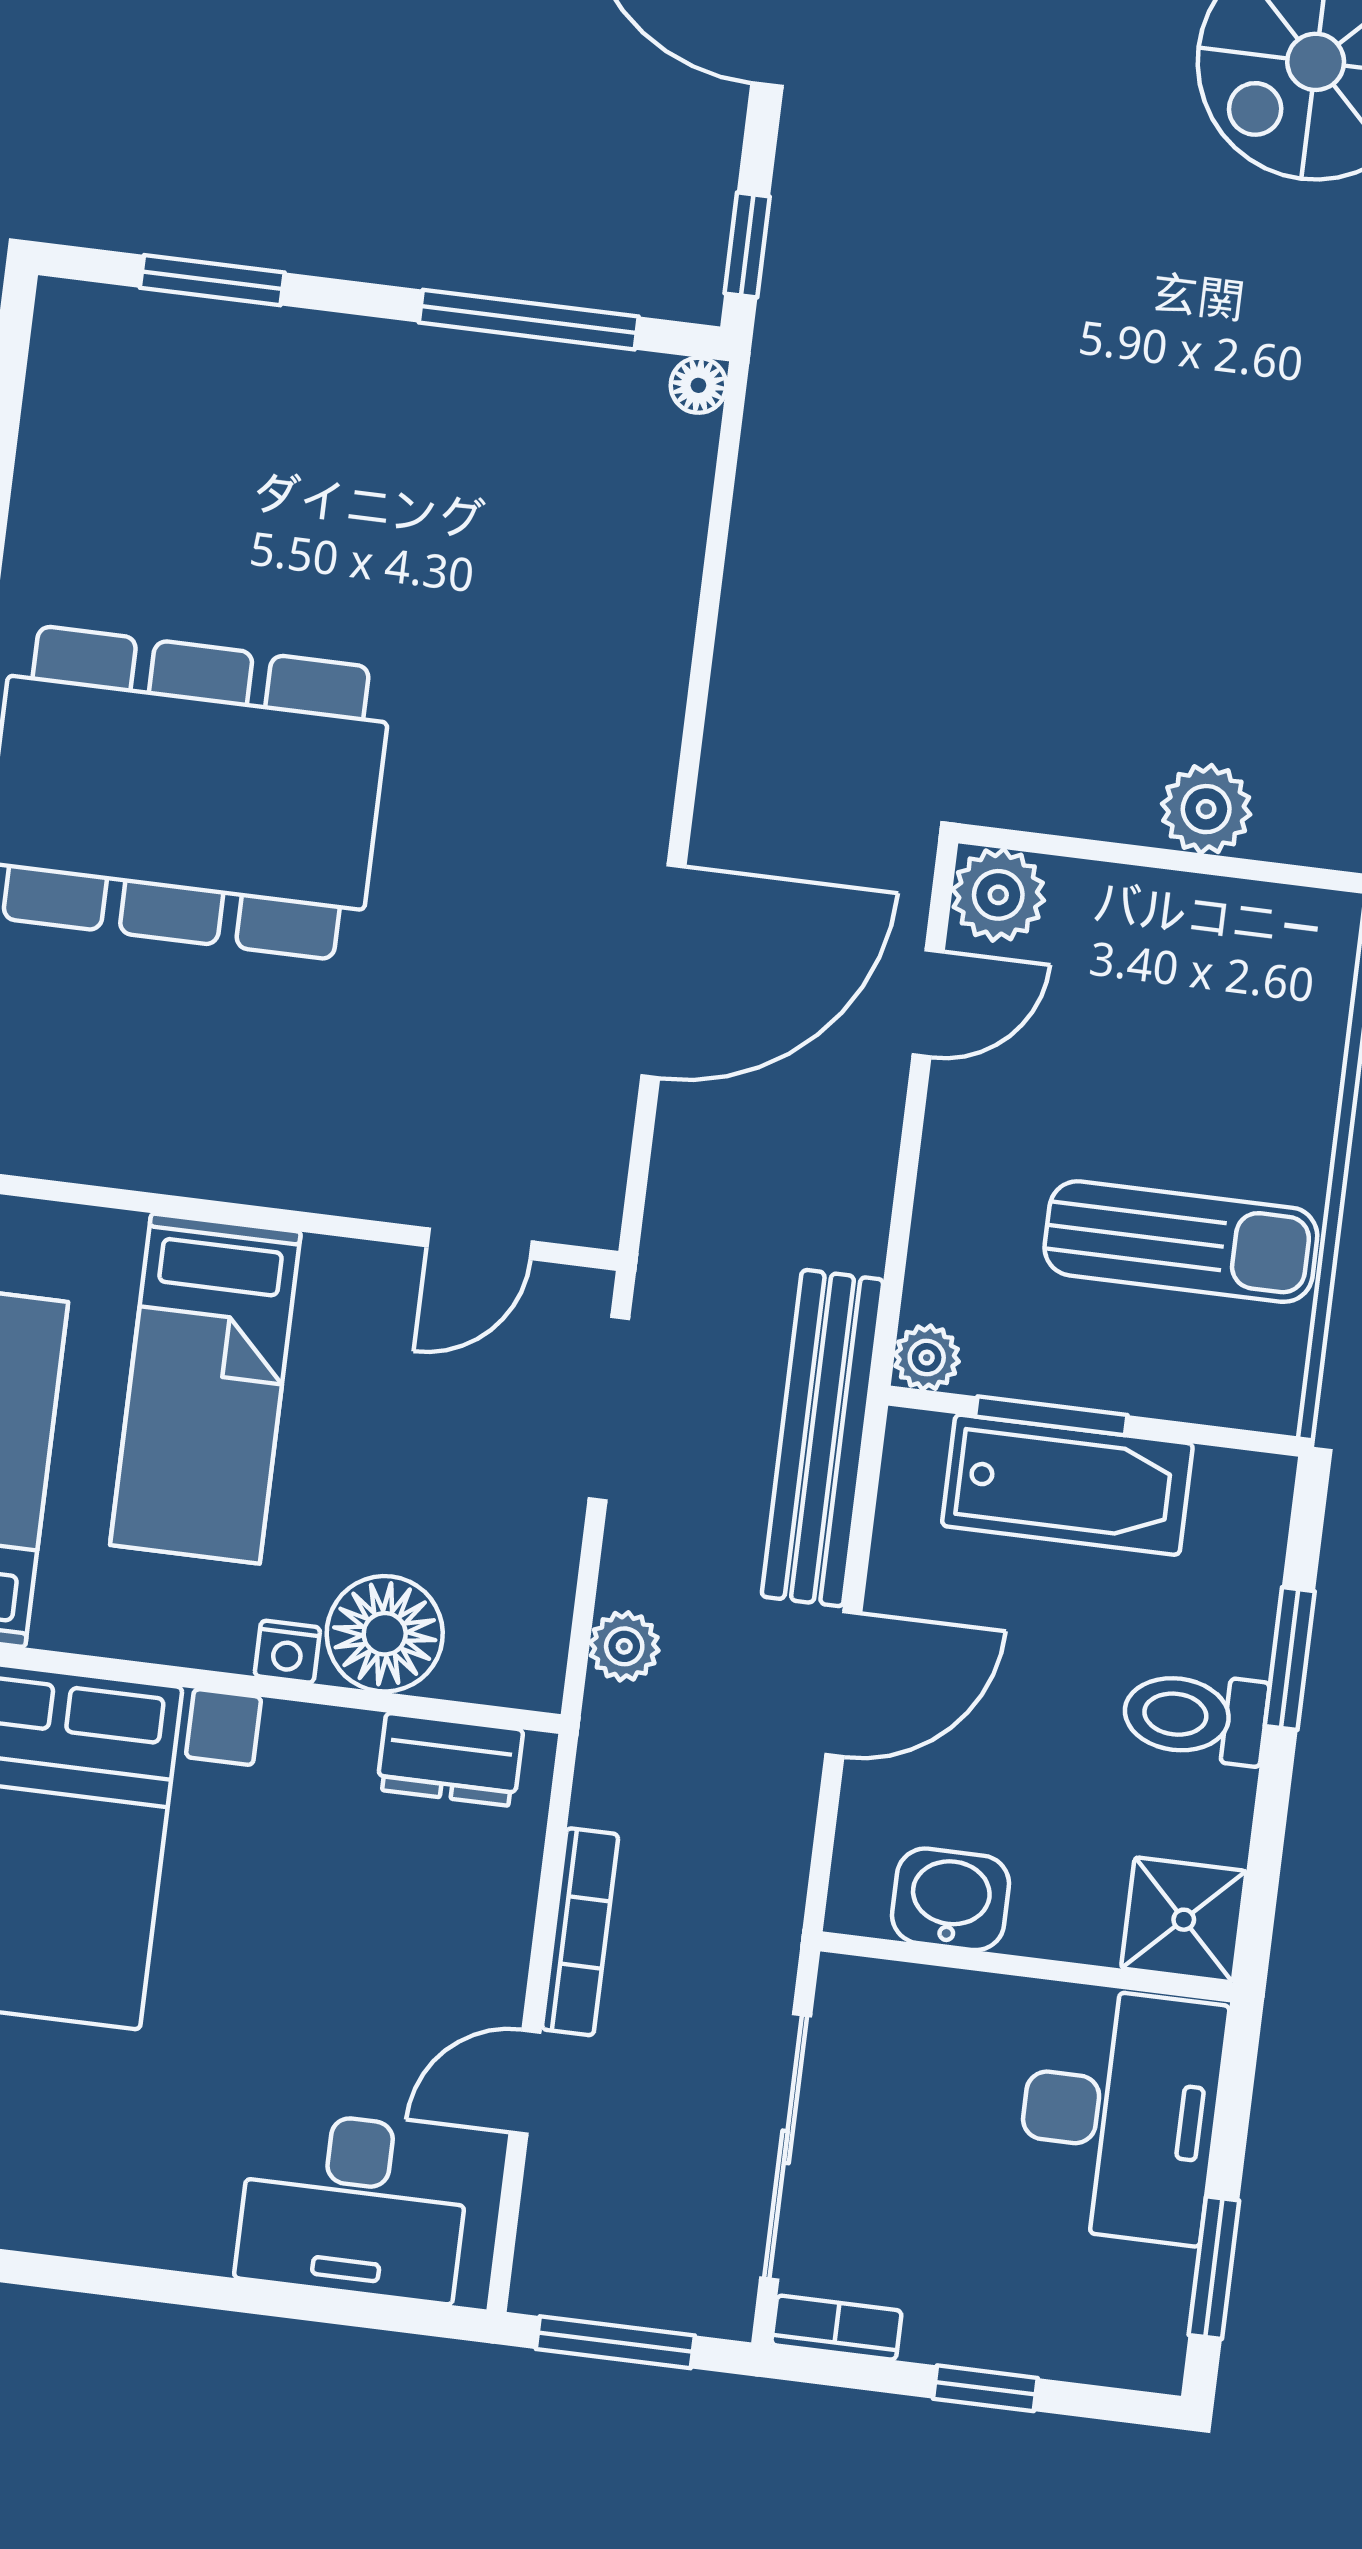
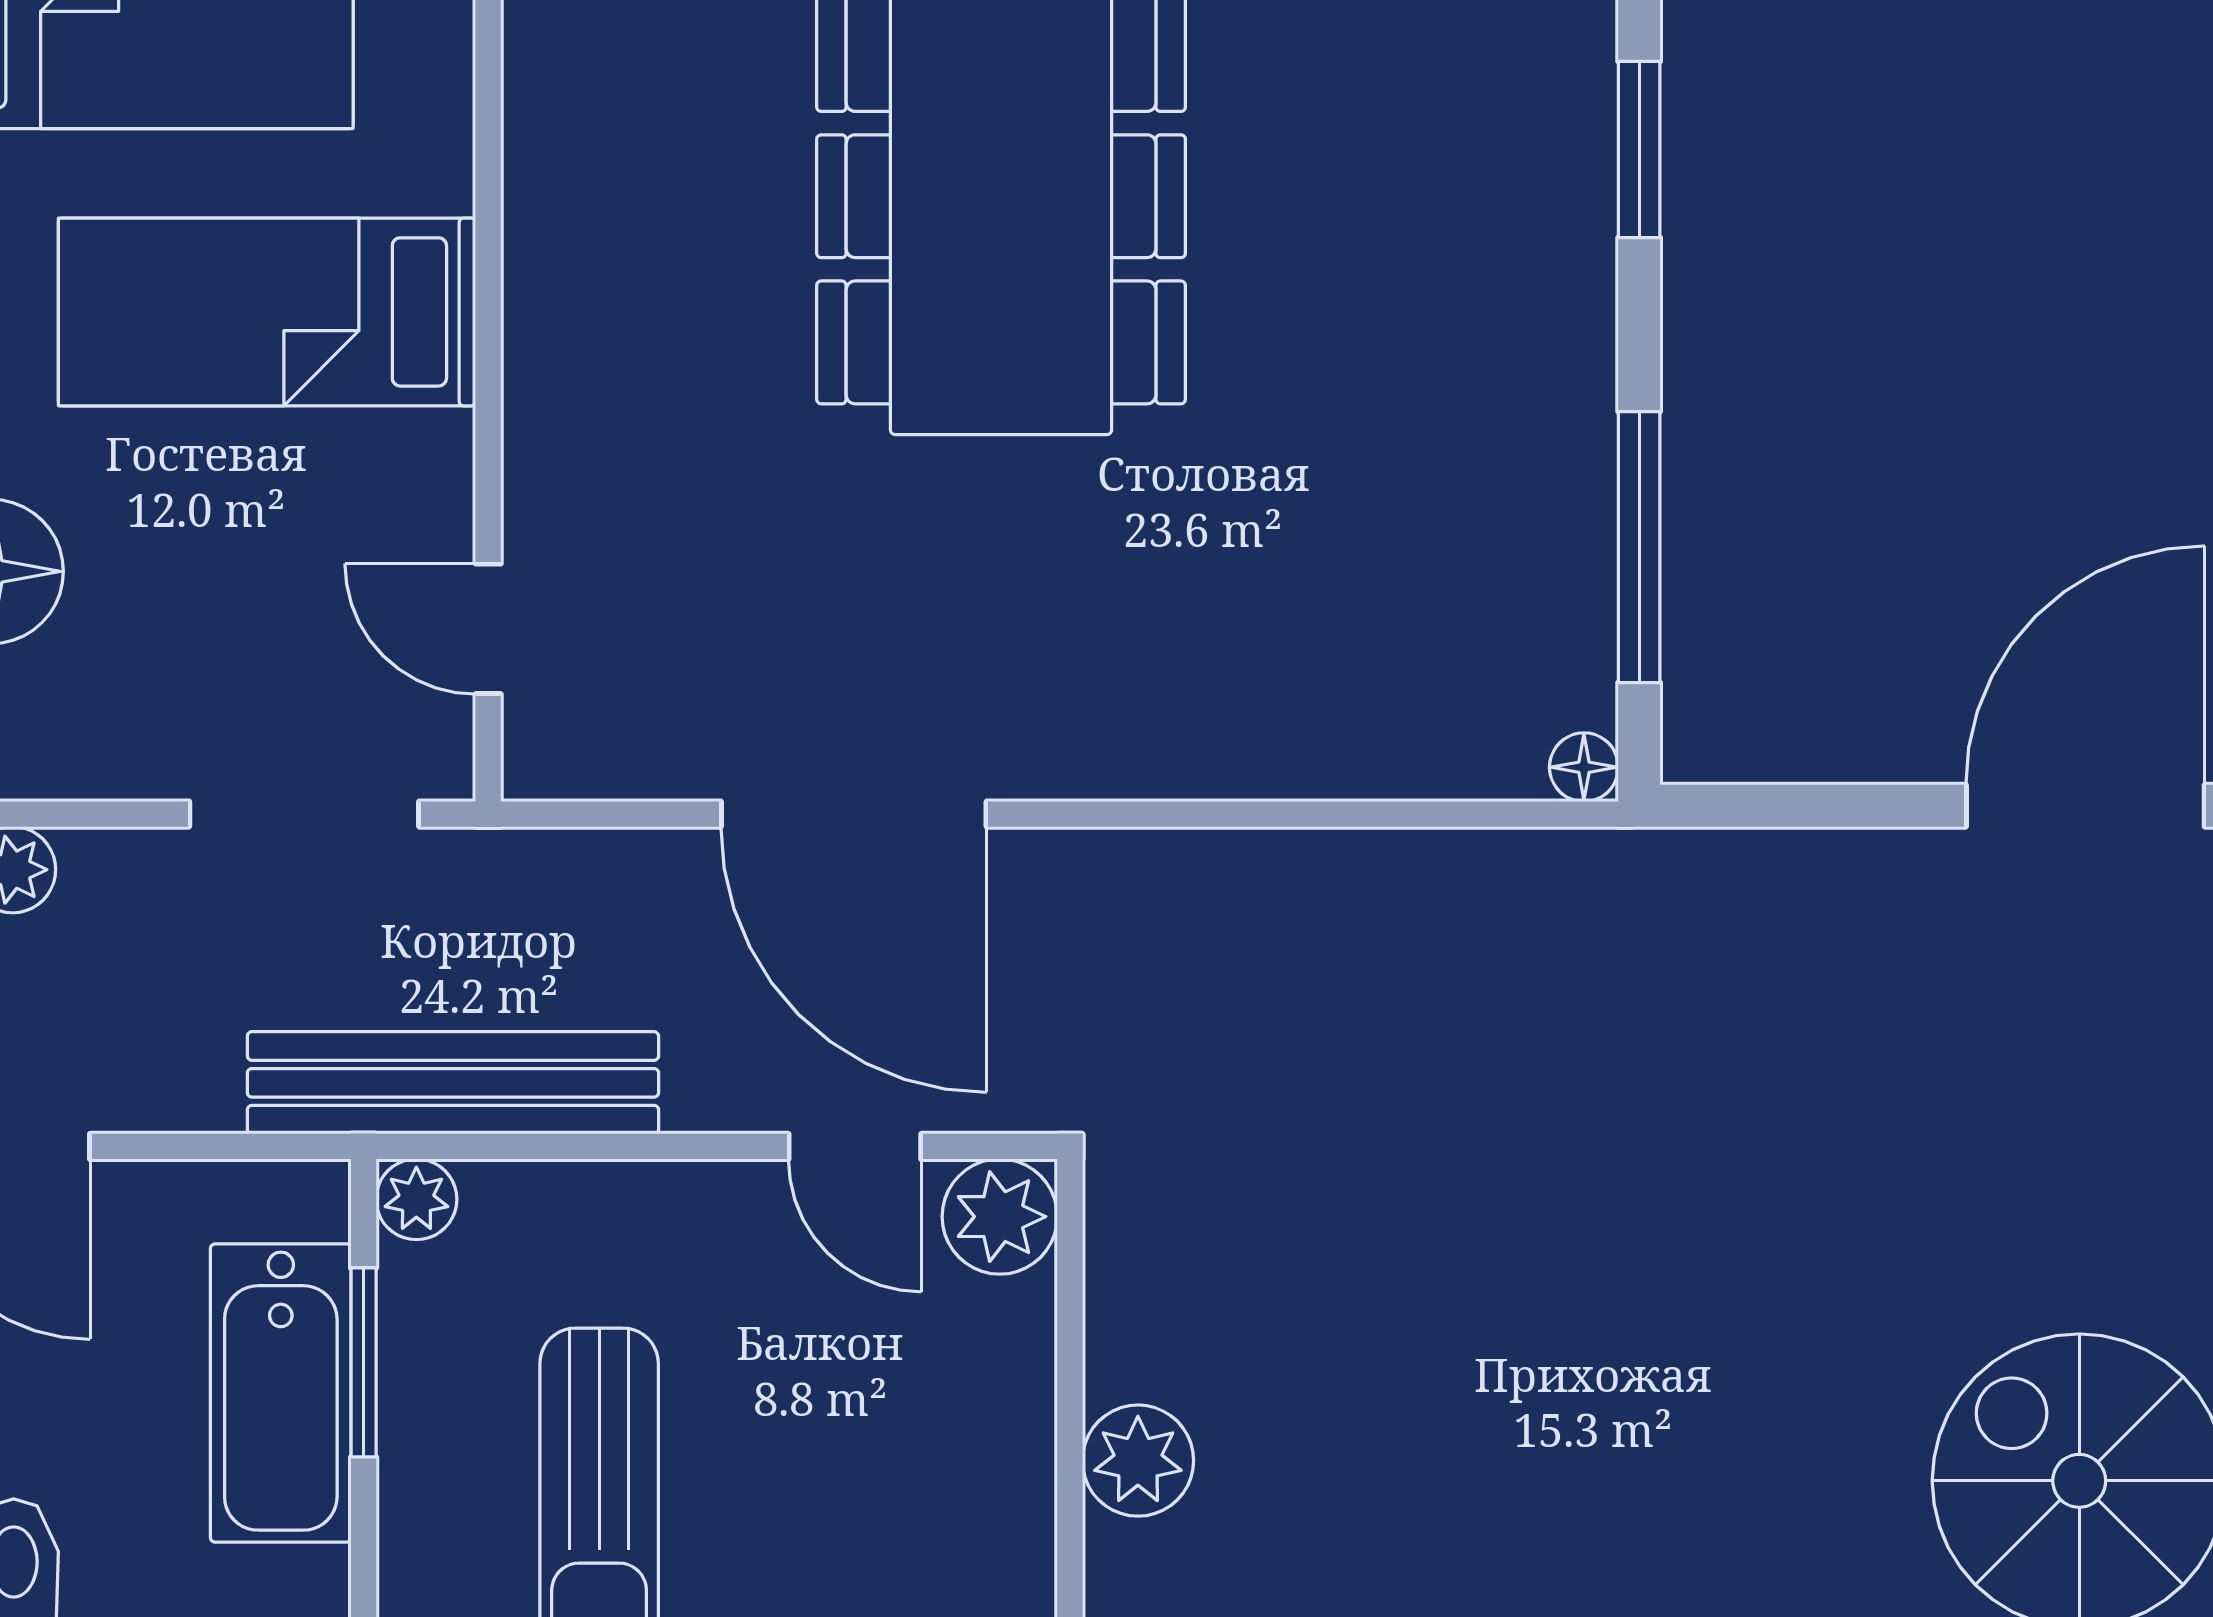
window: (747, 245) -> (1765, 806), removed
bench: (822, 1438) -> (453, 1083), moved

